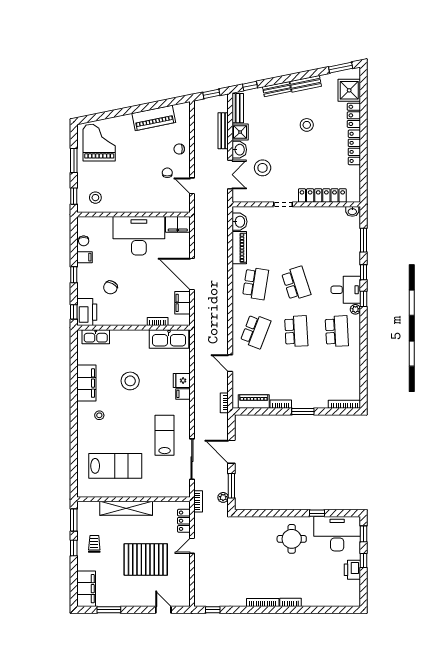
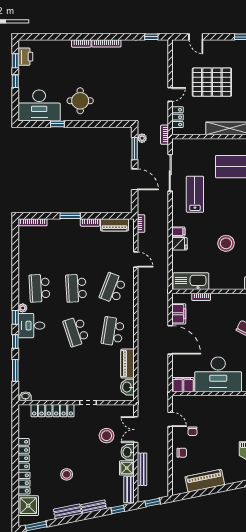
lab bench: (165, 435) -> (195, 194), turned 180
window: (364, 534) -> (15, 61), moved
printer: (352, 570) -> (25, 57), moved

